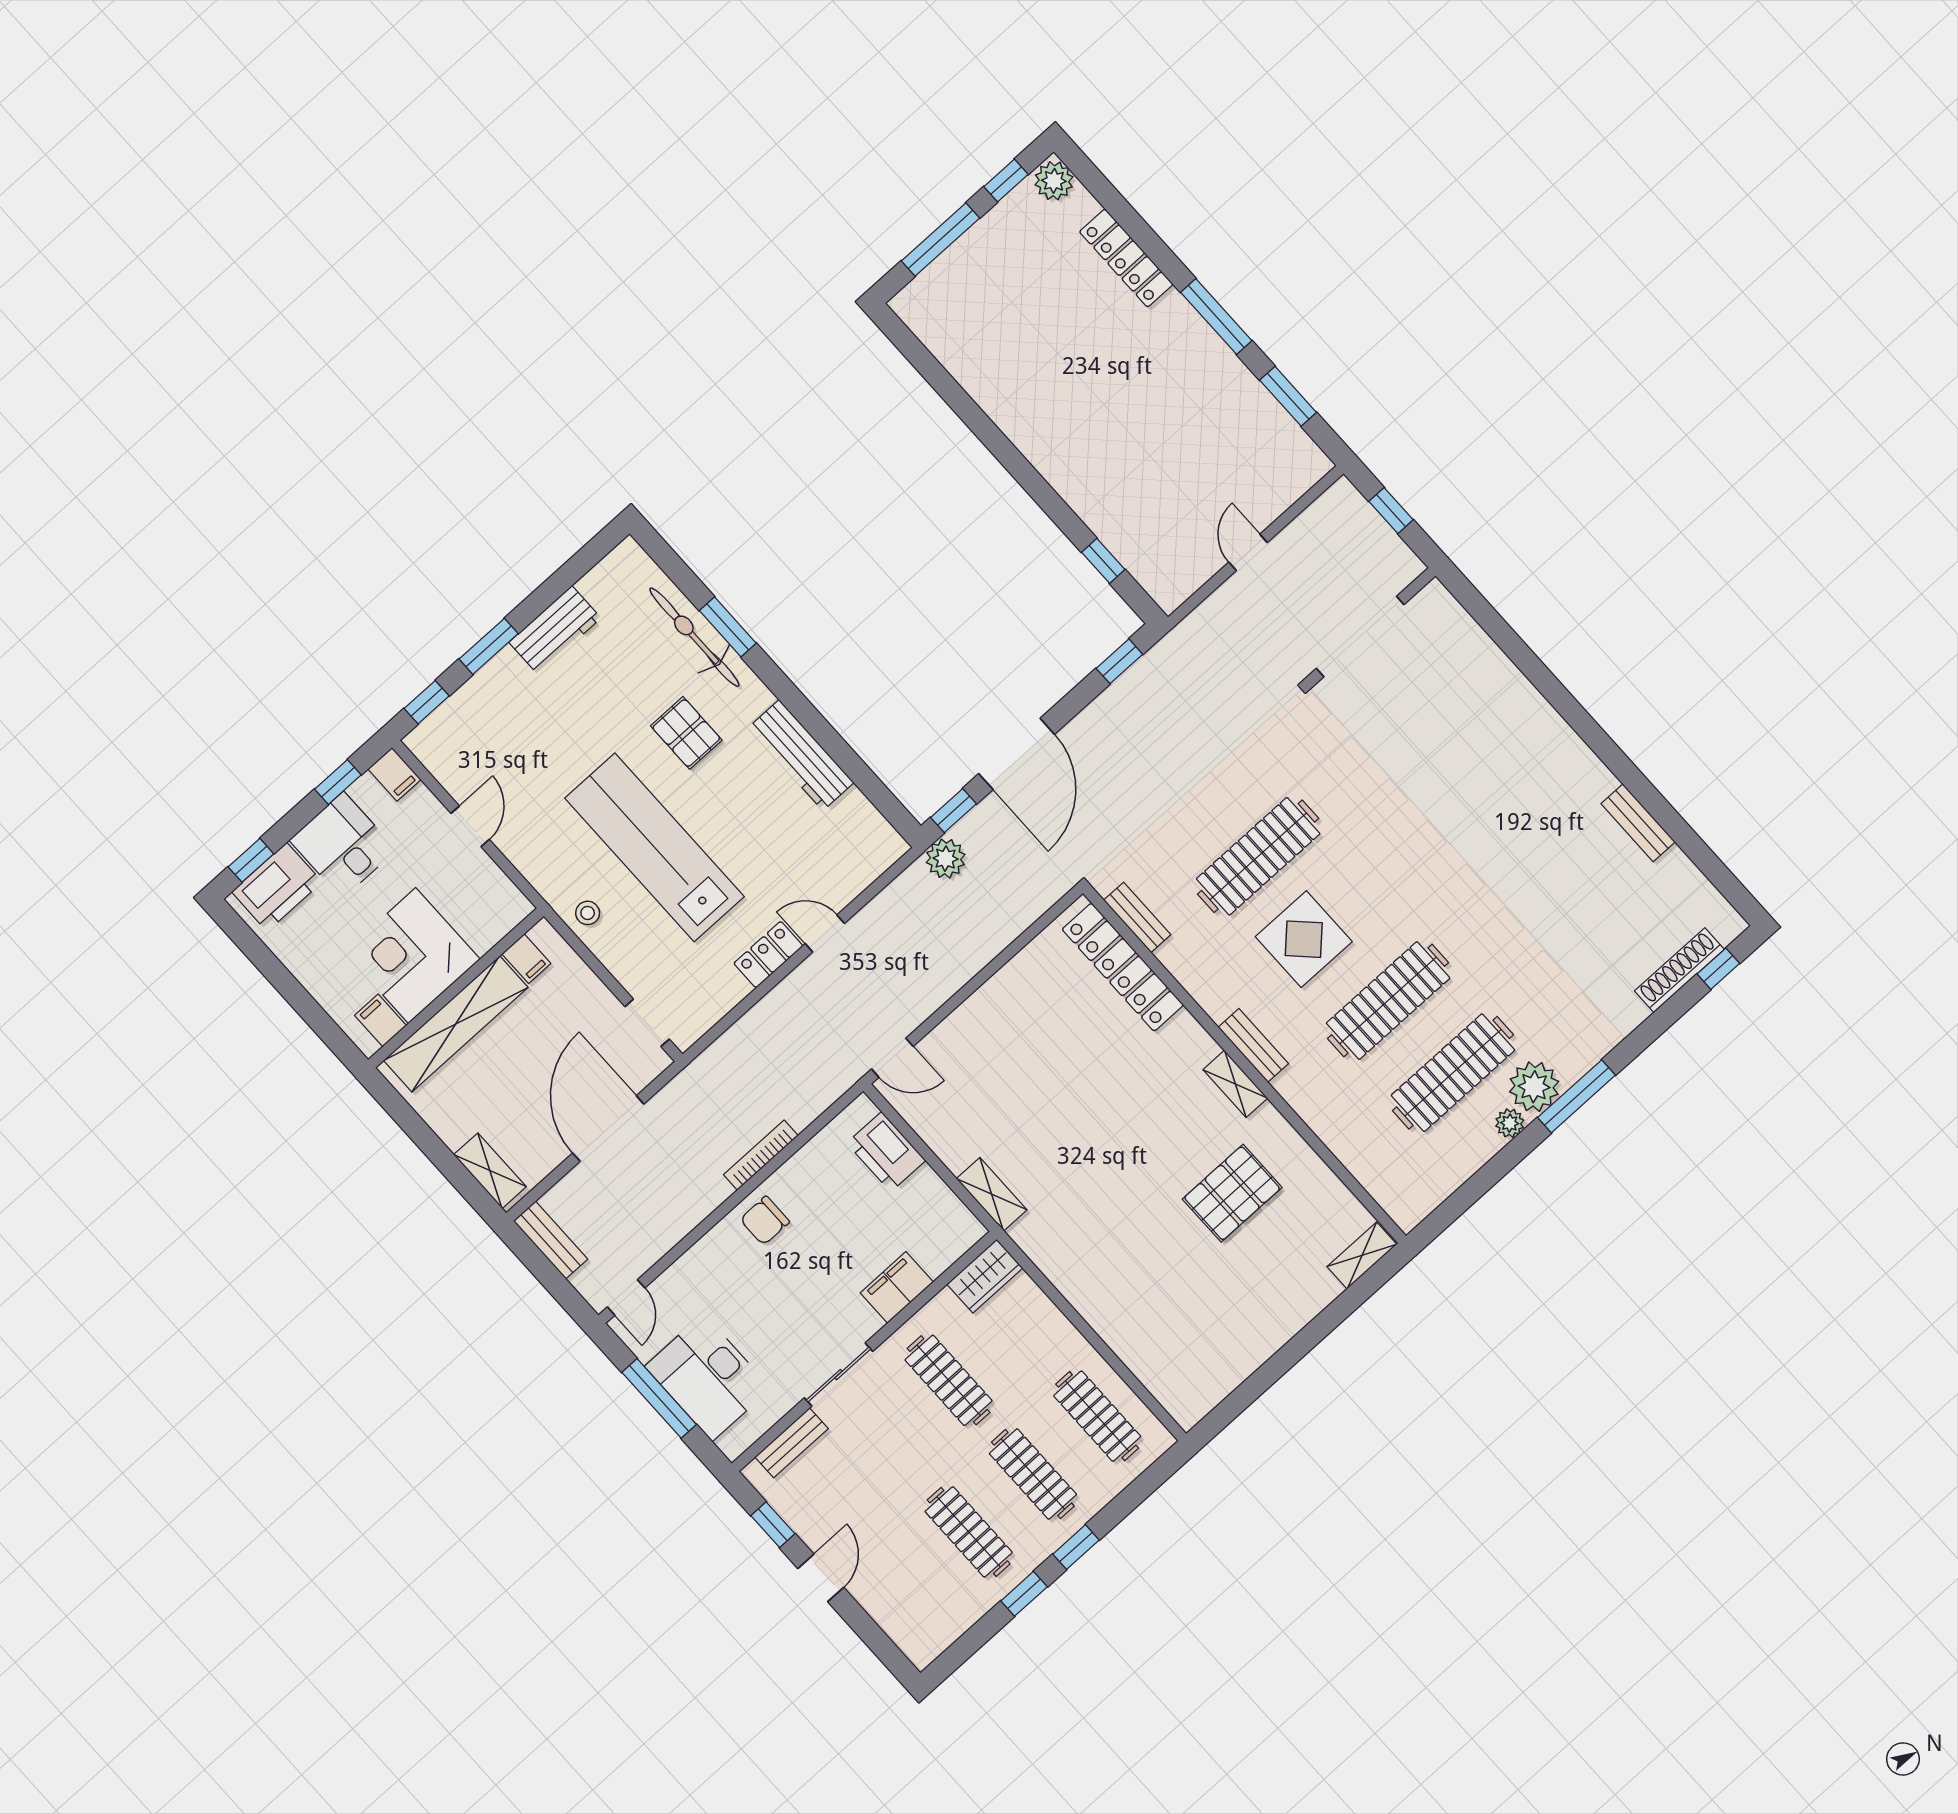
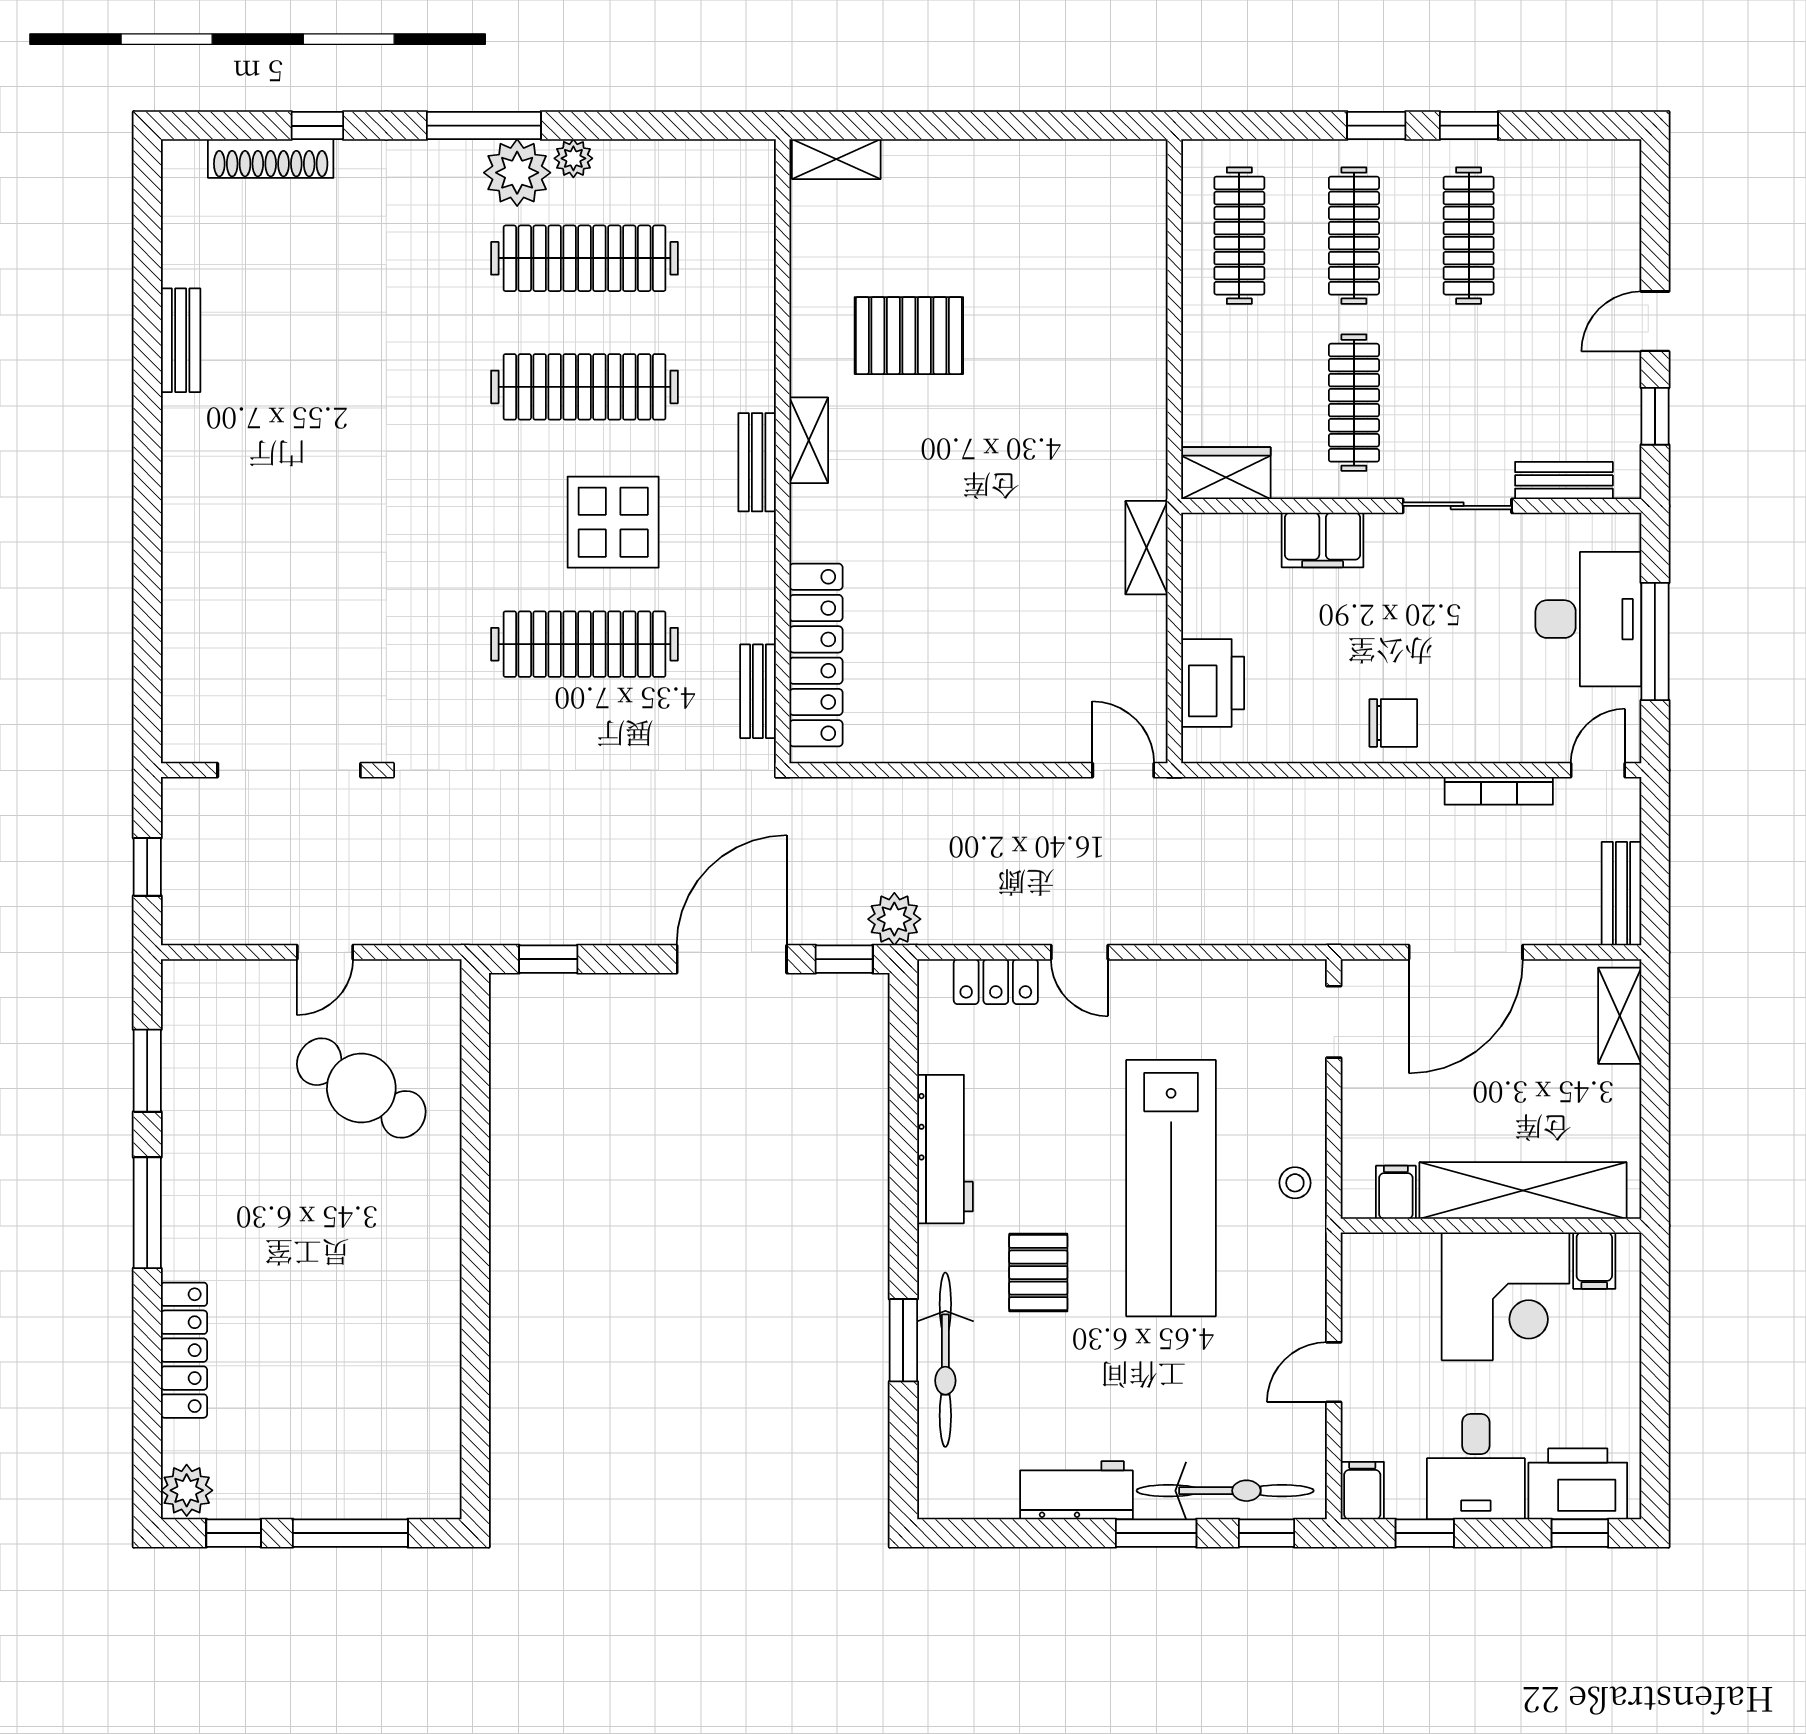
cafe table: (1159, 495) -> (361, 1088), added
window: (1103, 561) -> (475, 1072), removed
bicycle: (471, 705) -> (1225, 1491), added
locker: (768, 955) -> (996, 982), moved
window: (1718, 969) -> (317, 126), moved
bookcase: (761, 1155) -> (1499, 791), moved

